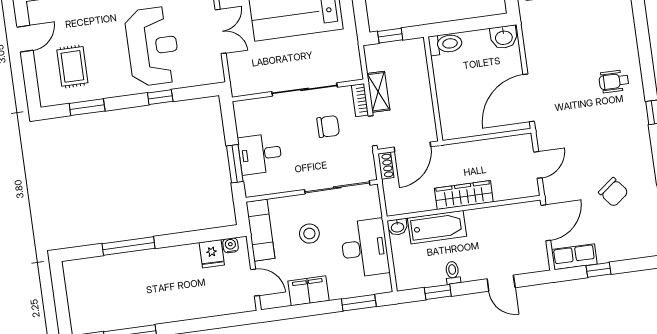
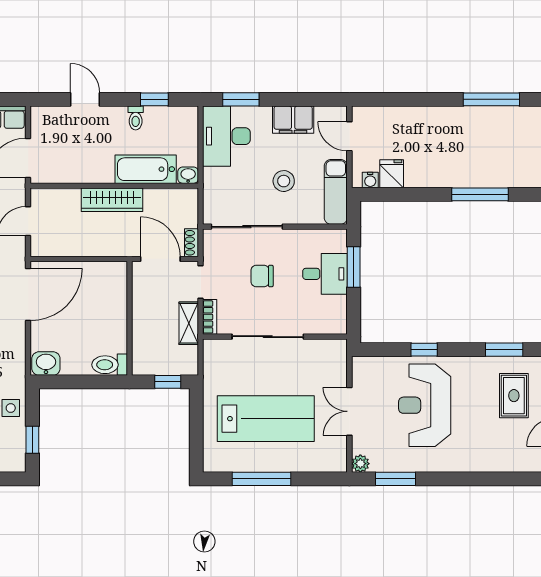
chair: (328, 126) -> (262, 276), moved
door: (412, 147) -> (160, 259), hinge flipped
desk: (365, 248) -> (226, 136), moved

